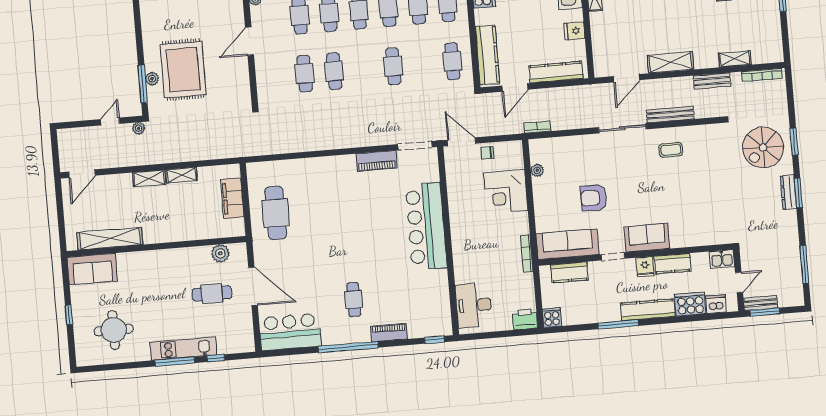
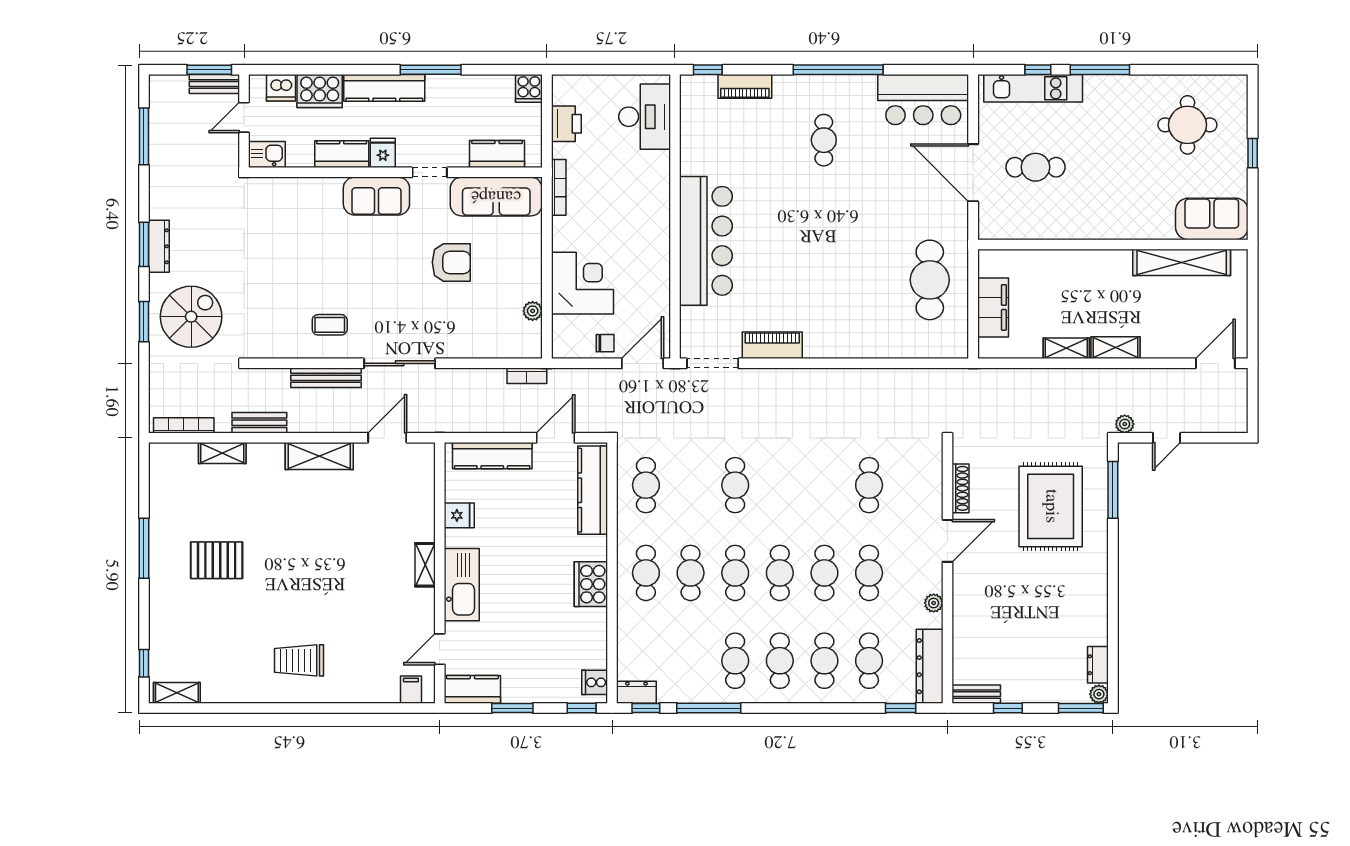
cafe table: (334, 71) -> (824, 485), removed
shoe rack: (244, 77) -> (960, 488), added
plant: (152, 79) -> (1098, 497), removed
door: (461, 142) -> (643, 363), swing flipped
plant: (220, 253) -> (1018, 226), removed
printer: (525, 319) -> (566, 124), moved, turned -90
piano: (389, 333) -> (745, 86), moved
kitchen unit: (183, 349) -> (1033, 88), moved

